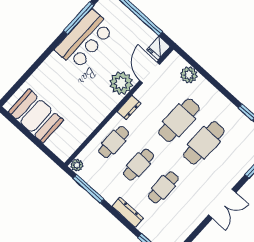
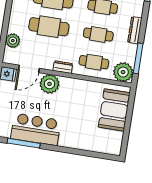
booth: (36, 116) -> (114, 110), moved
plant: (77, 165) -> (123, 72), width x1.87, depth x1.87
dresser: (128, 212) -> (135, 30), moved

